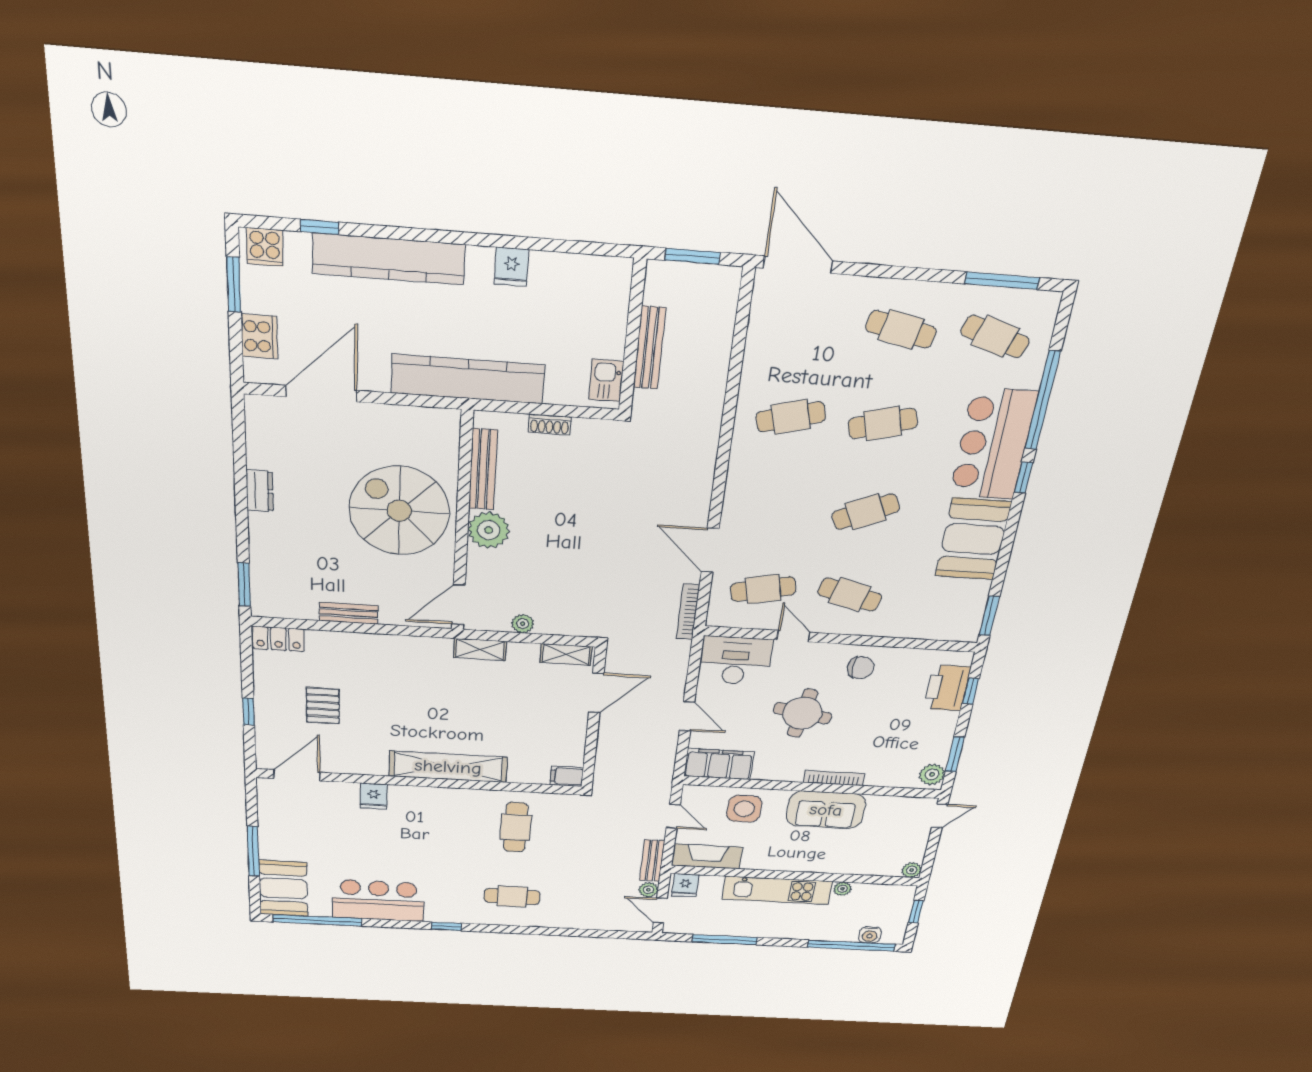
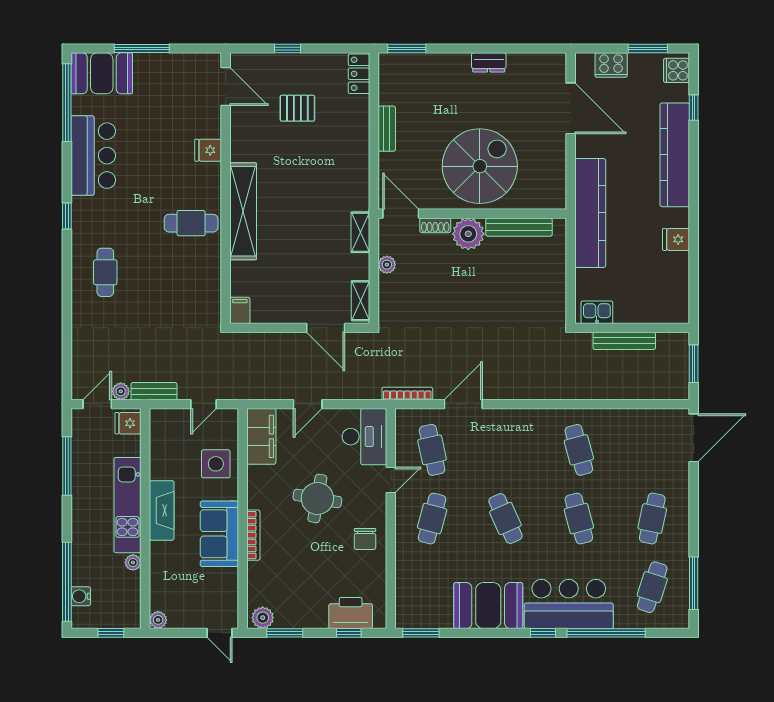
shoe rack: (550, 425) -> (435, 225), moved, turned -90
cafe table: (516, 827) -> (191, 223), moved
fireplace: (707, 856) -> (162, 510), moved

